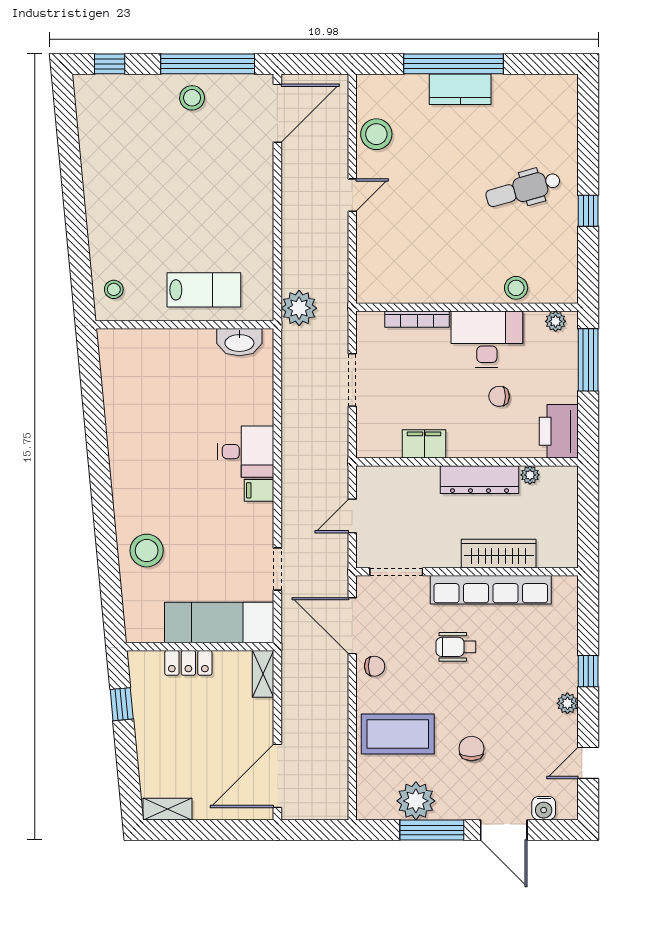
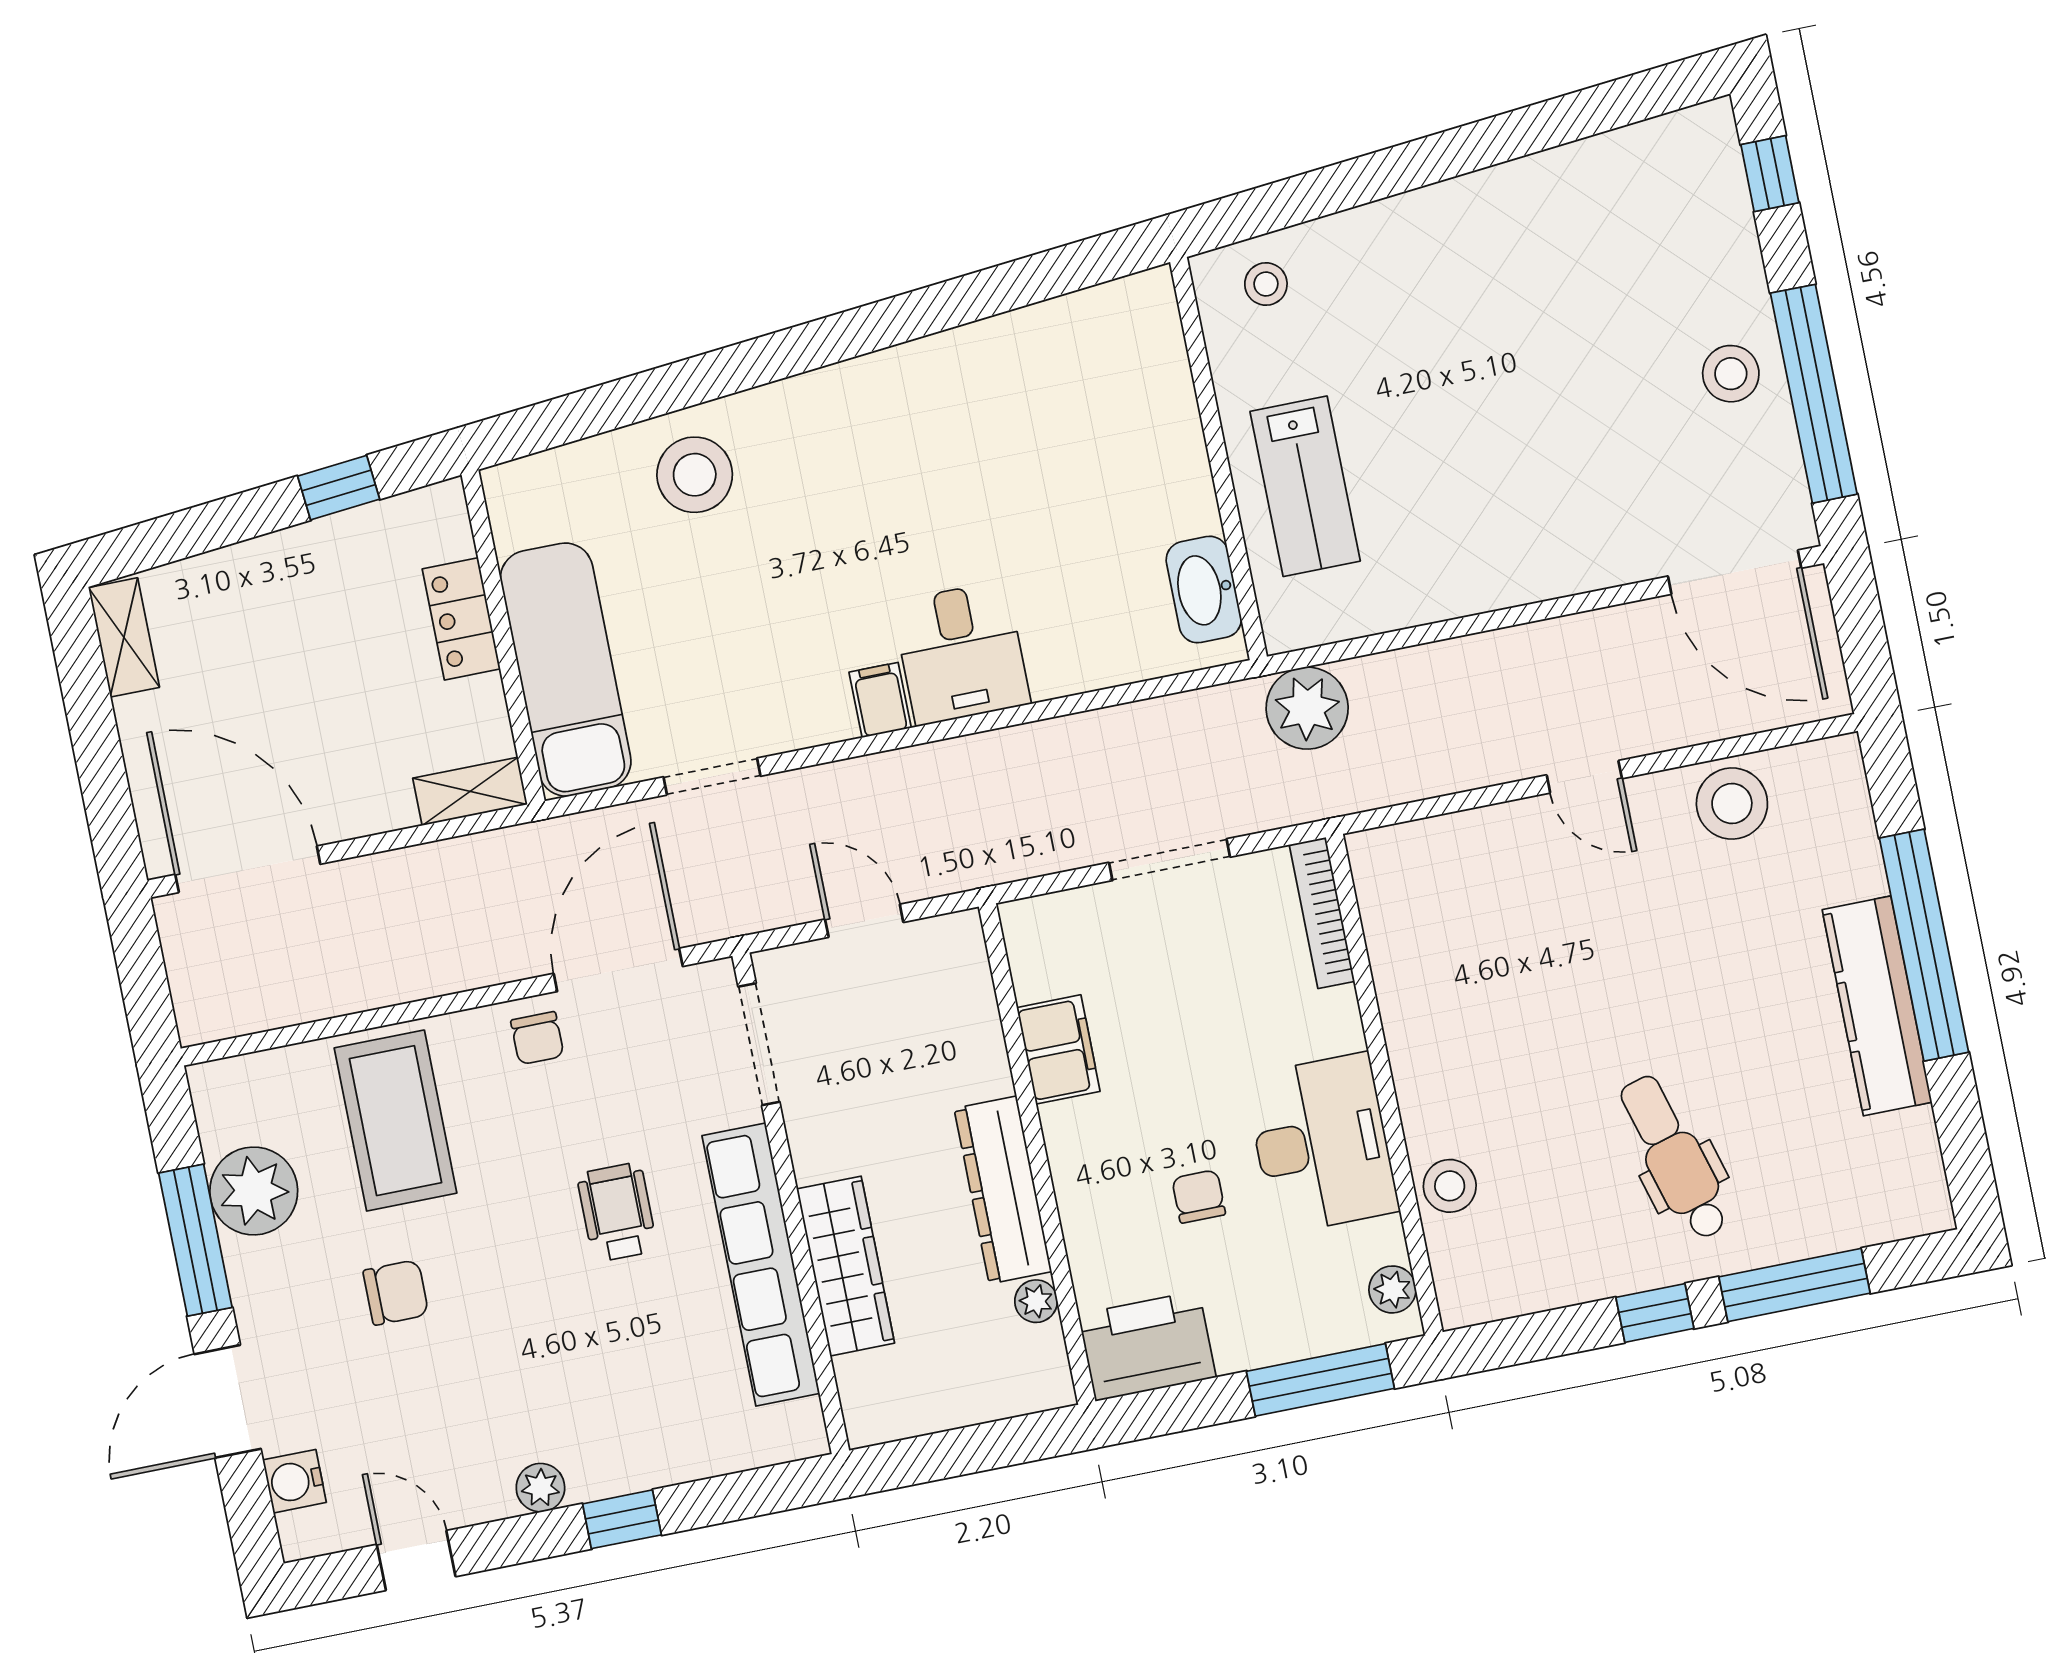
kitchen counter: (460, 89) -> (1877, 1006), width x1.50
window: (588, 149) -> (1794, 1285), added
bookcase: (417, 319) -> (1322, 913), moved

